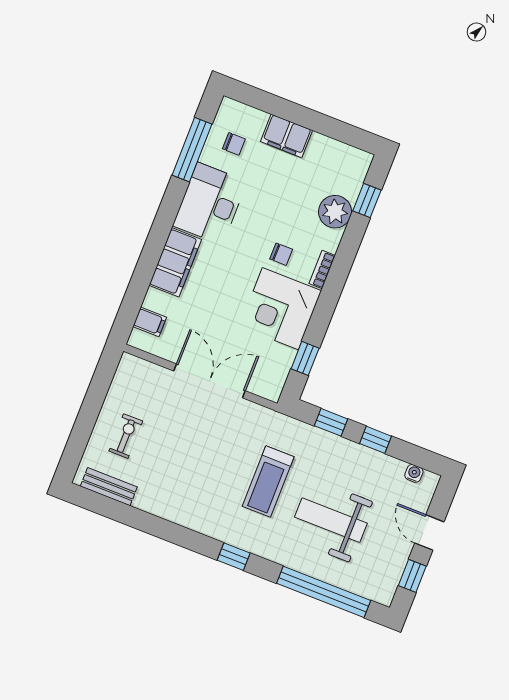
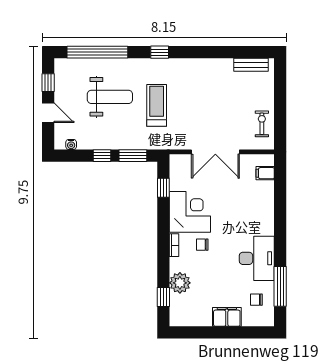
filing cabinet: (175, 262) -> (264, 215), removed
window: (331, 422) -> (133, 156), width x1.50
exercise bike: (126, 436) -> (262, 124), moved, turned 180

